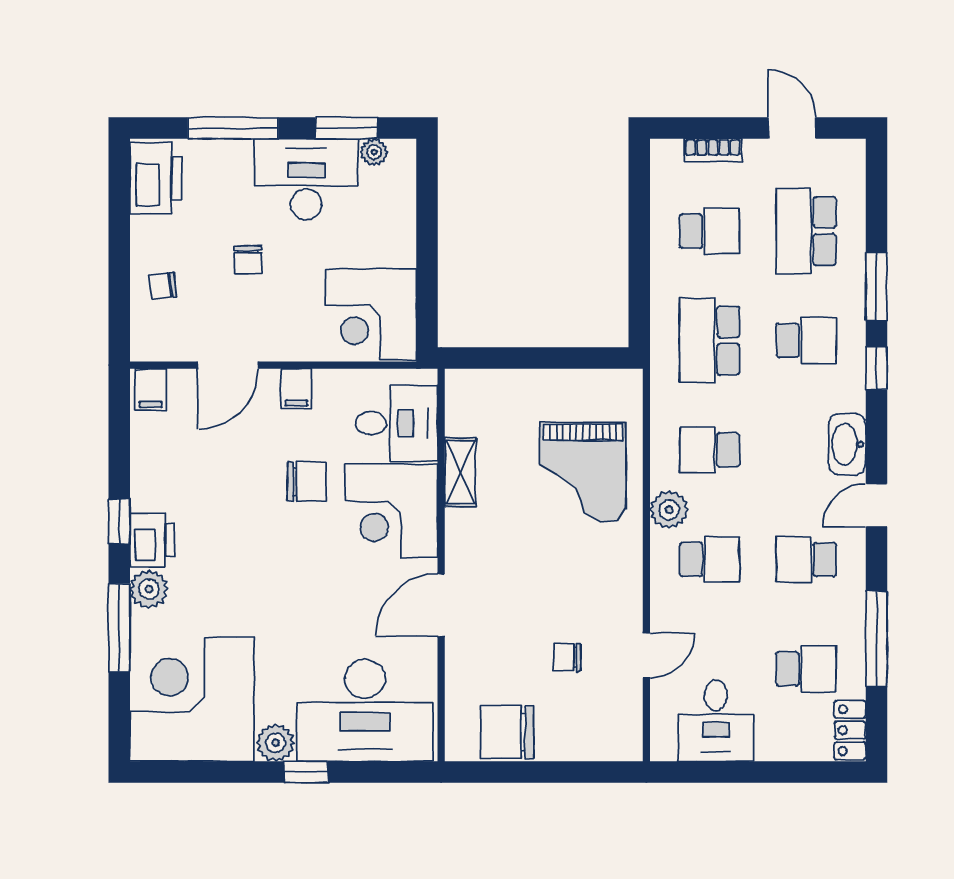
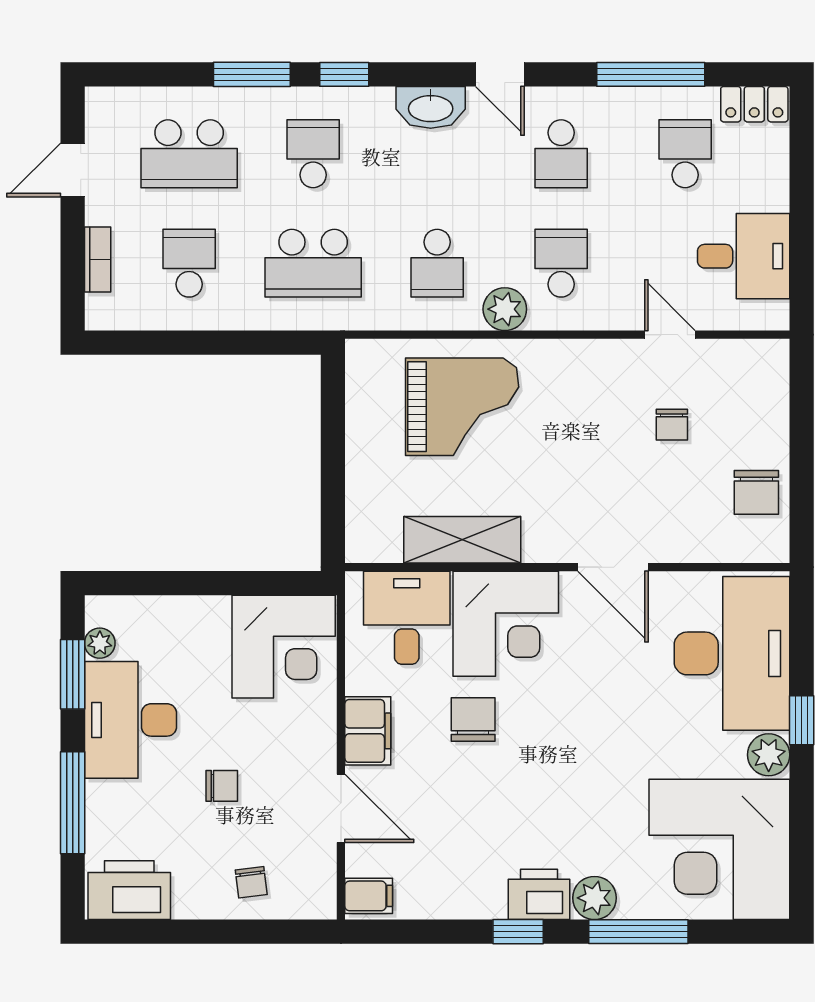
filing cabinet: (296, 389) -> (368, 731), width x2.00
shelving: (460, 472) -> (462, 540), width x1.50, depth x1.33
chair: (507, 732) -> (756, 492), width x0.73, depth x0.73

